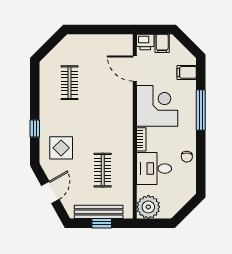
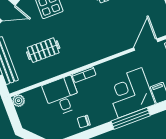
corner desk: (157, 106) -> (130, 93), moved, turned 180
plant: (148, 207) -> (19, 101), width x0.53, depth x0.53

